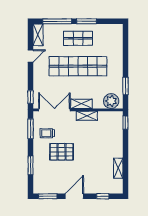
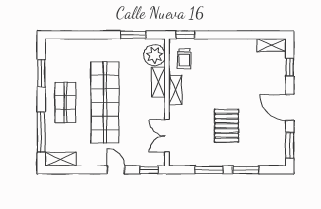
window: (87, 21) -> (41, 73), moved
door: (31, 56) -> (116, 170), moved
shelving: (82, 104) -> (158, 82), moved
double door: (54, 110) -> (167, 136), width x0.73
window: (31, 129) -> (209, 170), moved
trolley: (47, 133) -> (184, 59), moved
shelving: (118, 168) -> (272, 45), moved

